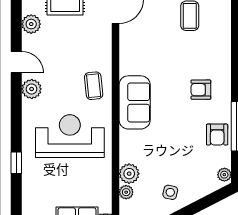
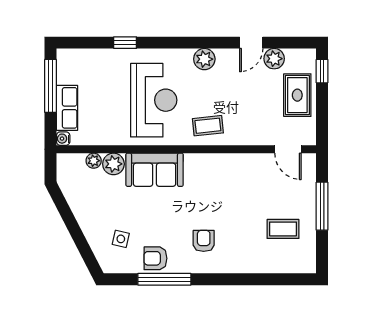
door: (16, 62) -> (251, 43), moved
sofa: (135, 102) -> (155, 170), moved
plant: (224, 175) -> (112, 266), removed
side table: (170, 192) -> (121, 239), moved

